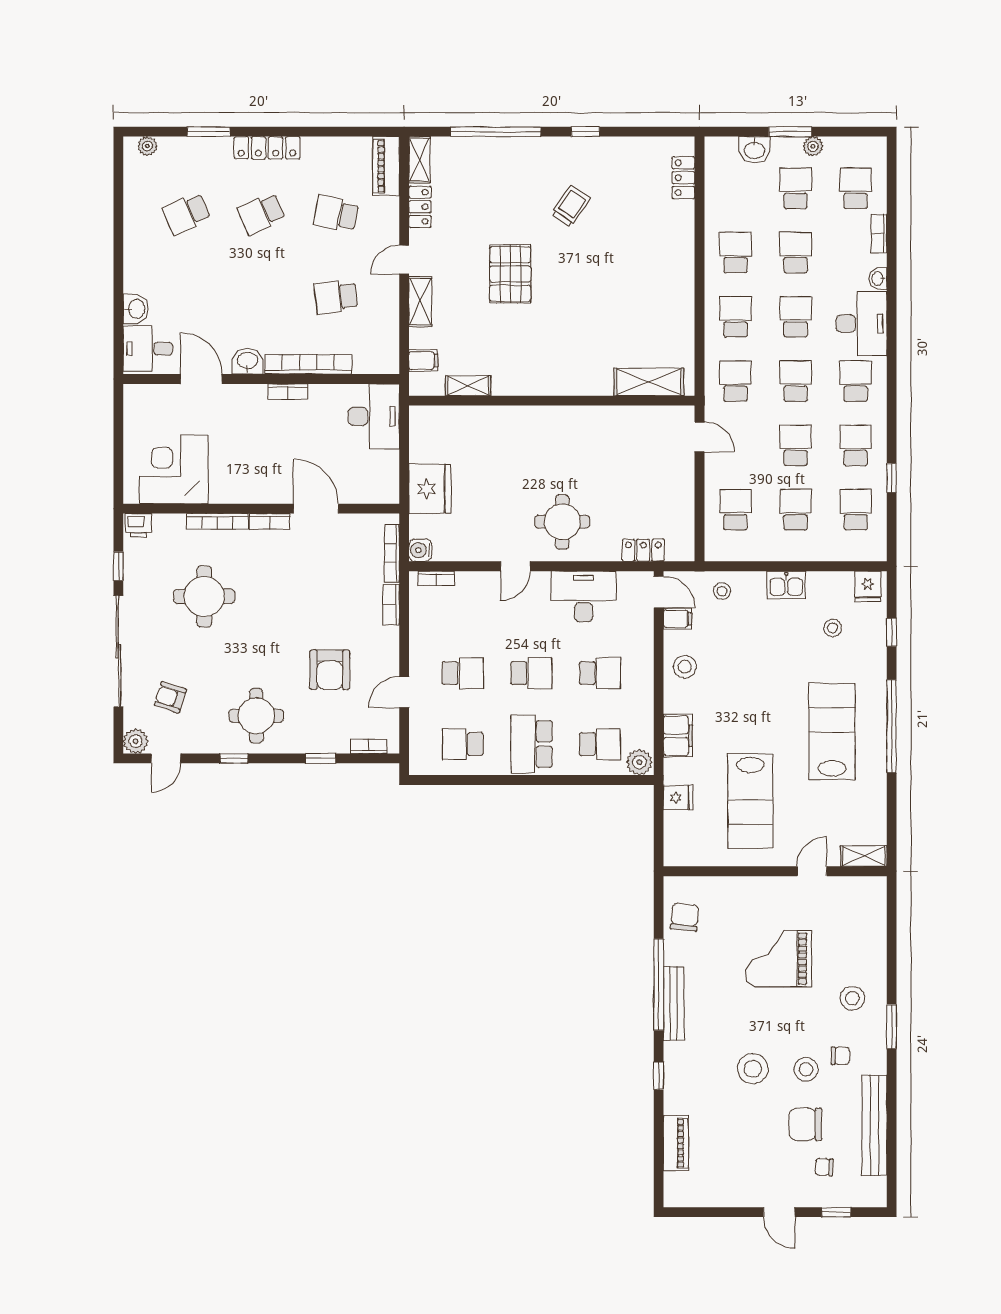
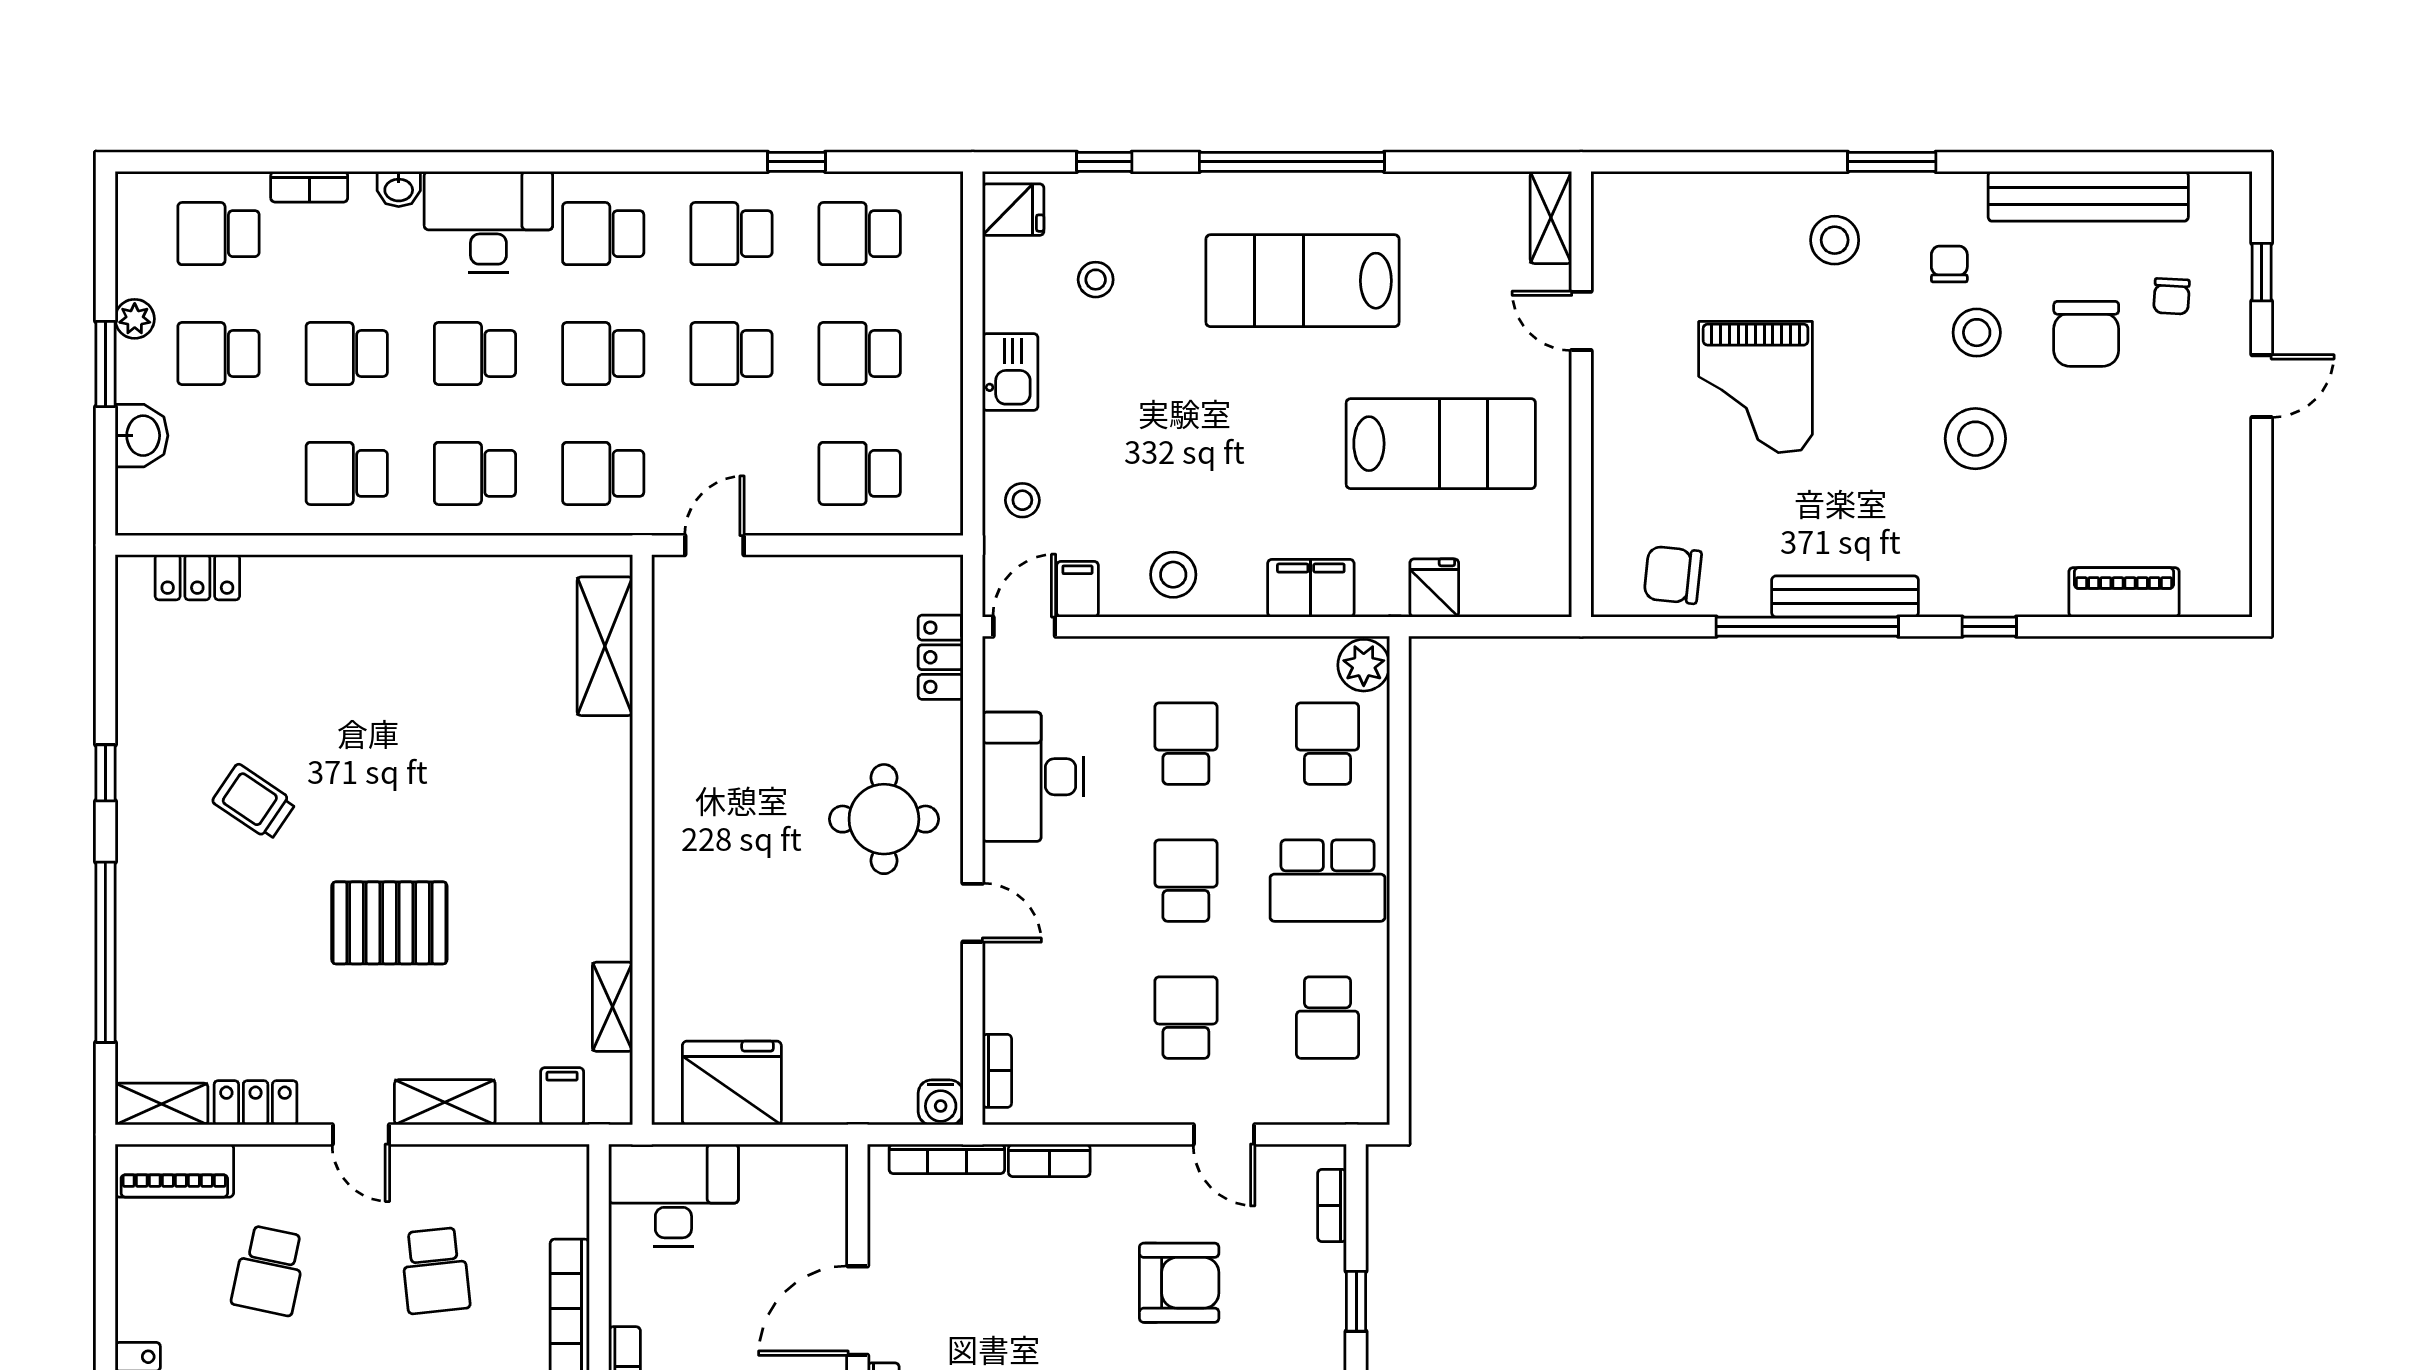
fridge: (430, 489) -> (732, 1083), moved

